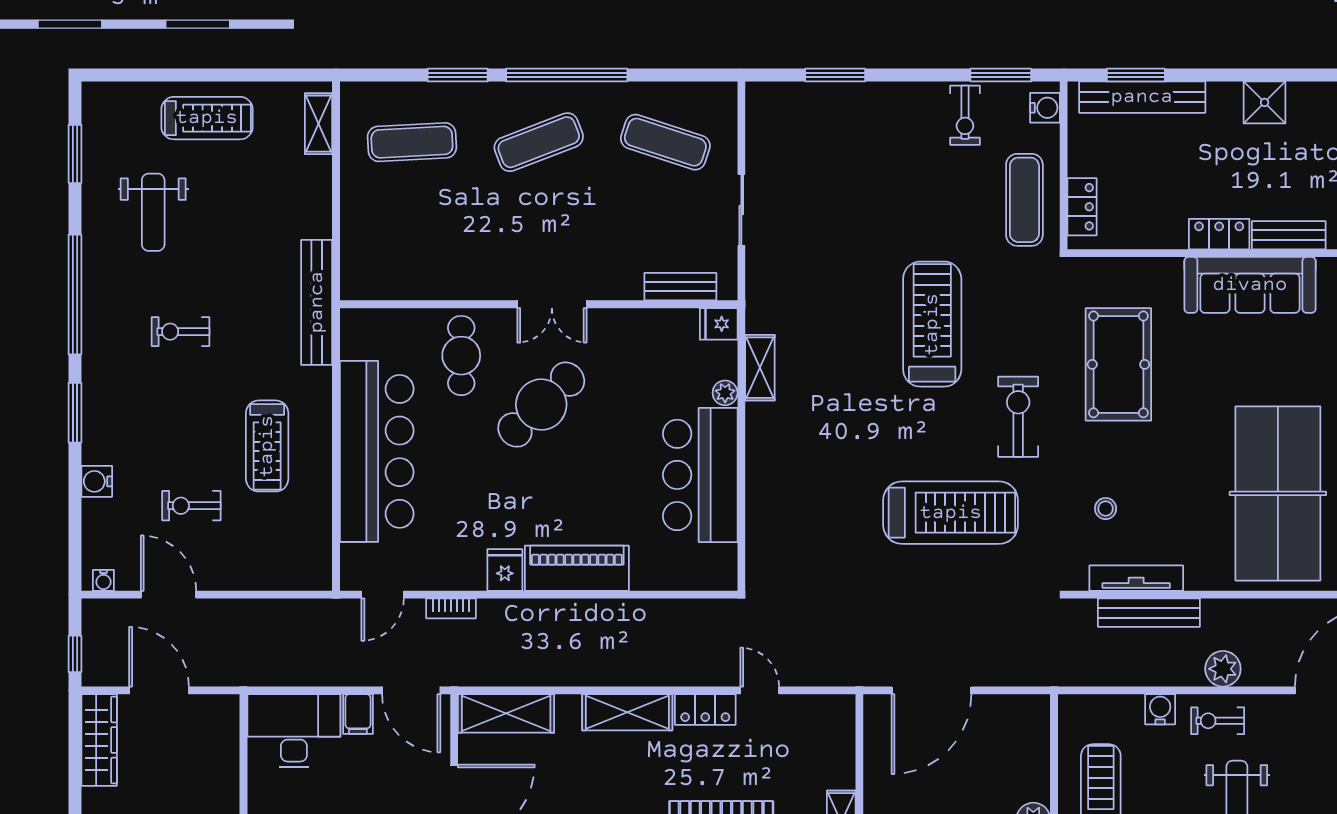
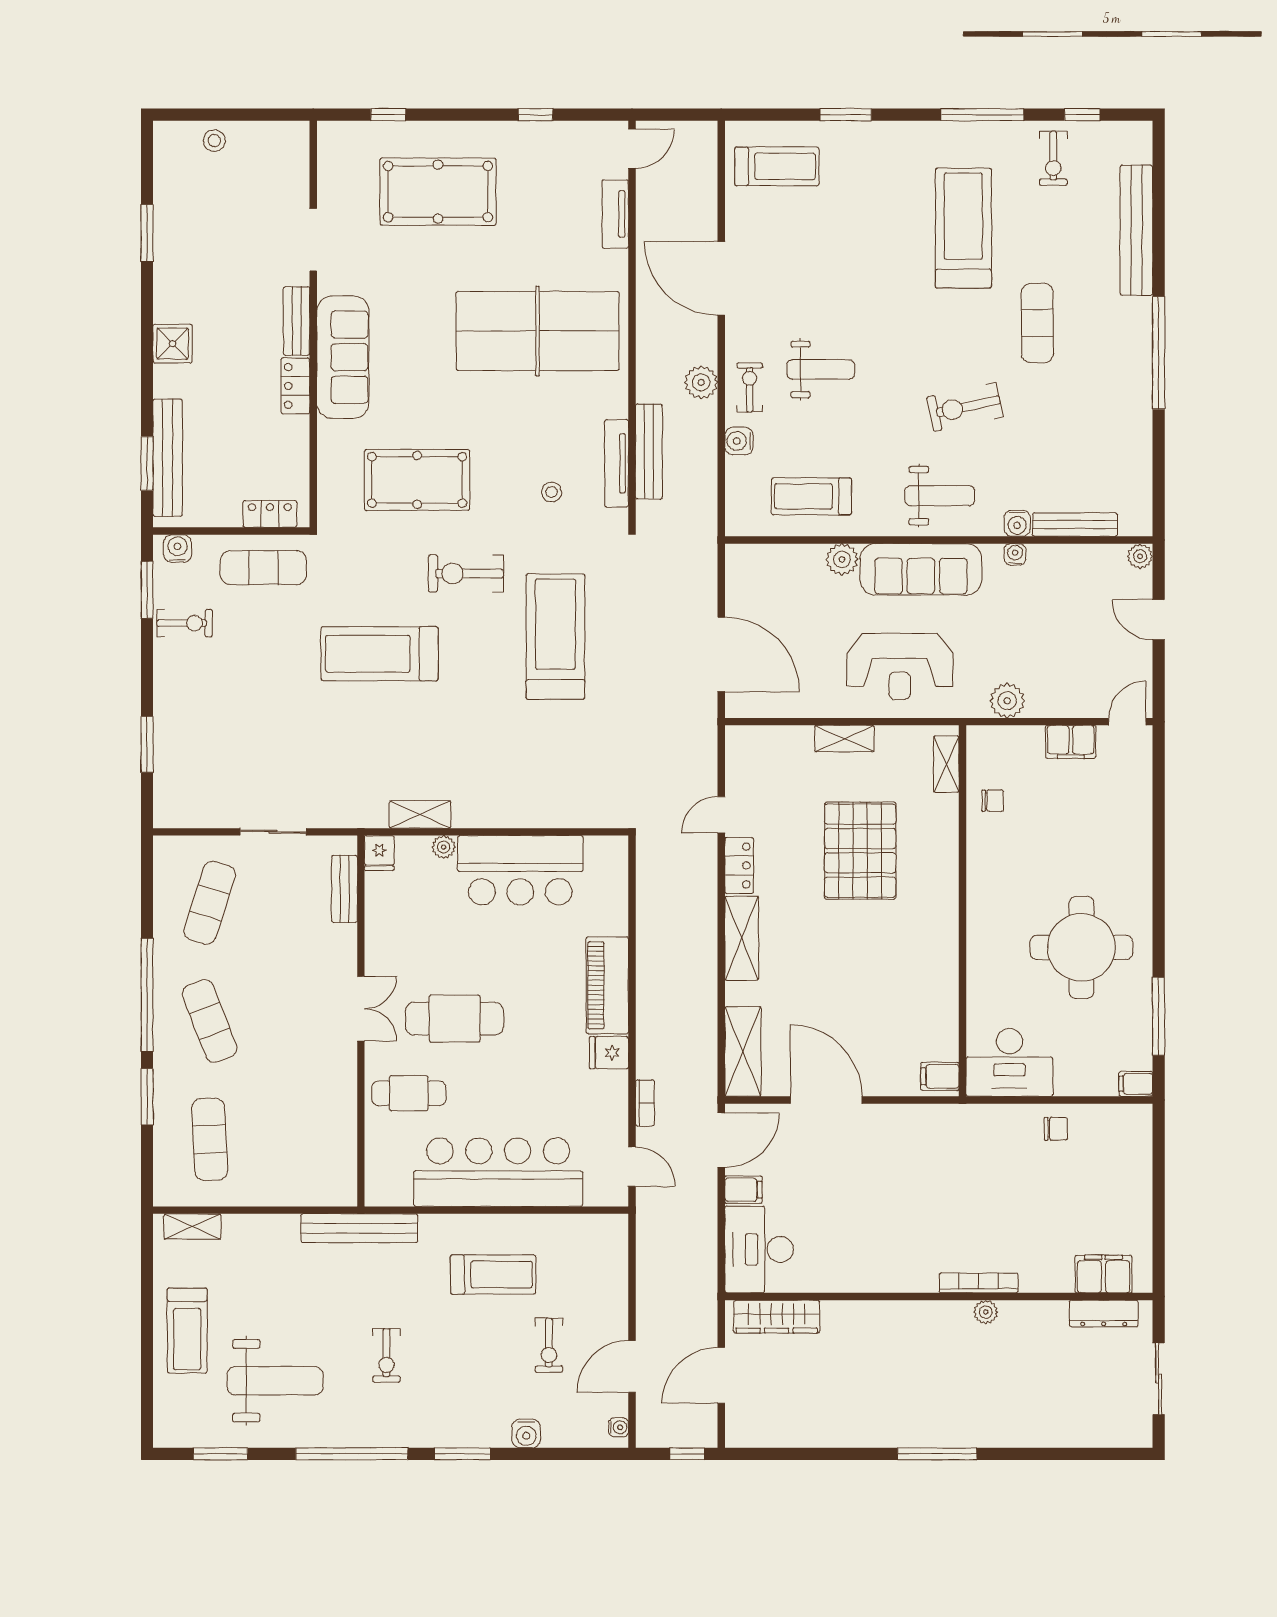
treadmill: (207, 118) -> (187, 1331), turned 180
weight bench: (153, 212) -> (275, 1381), width x1.36, depth x1.33
cafe table: (541, 405) -> (455, 1019), turned -46
exercise bike: (1218, 721) -> (750, 387), turned 180
wardrobe: (99, 740) -> (777, 1317), moved, turned 180

